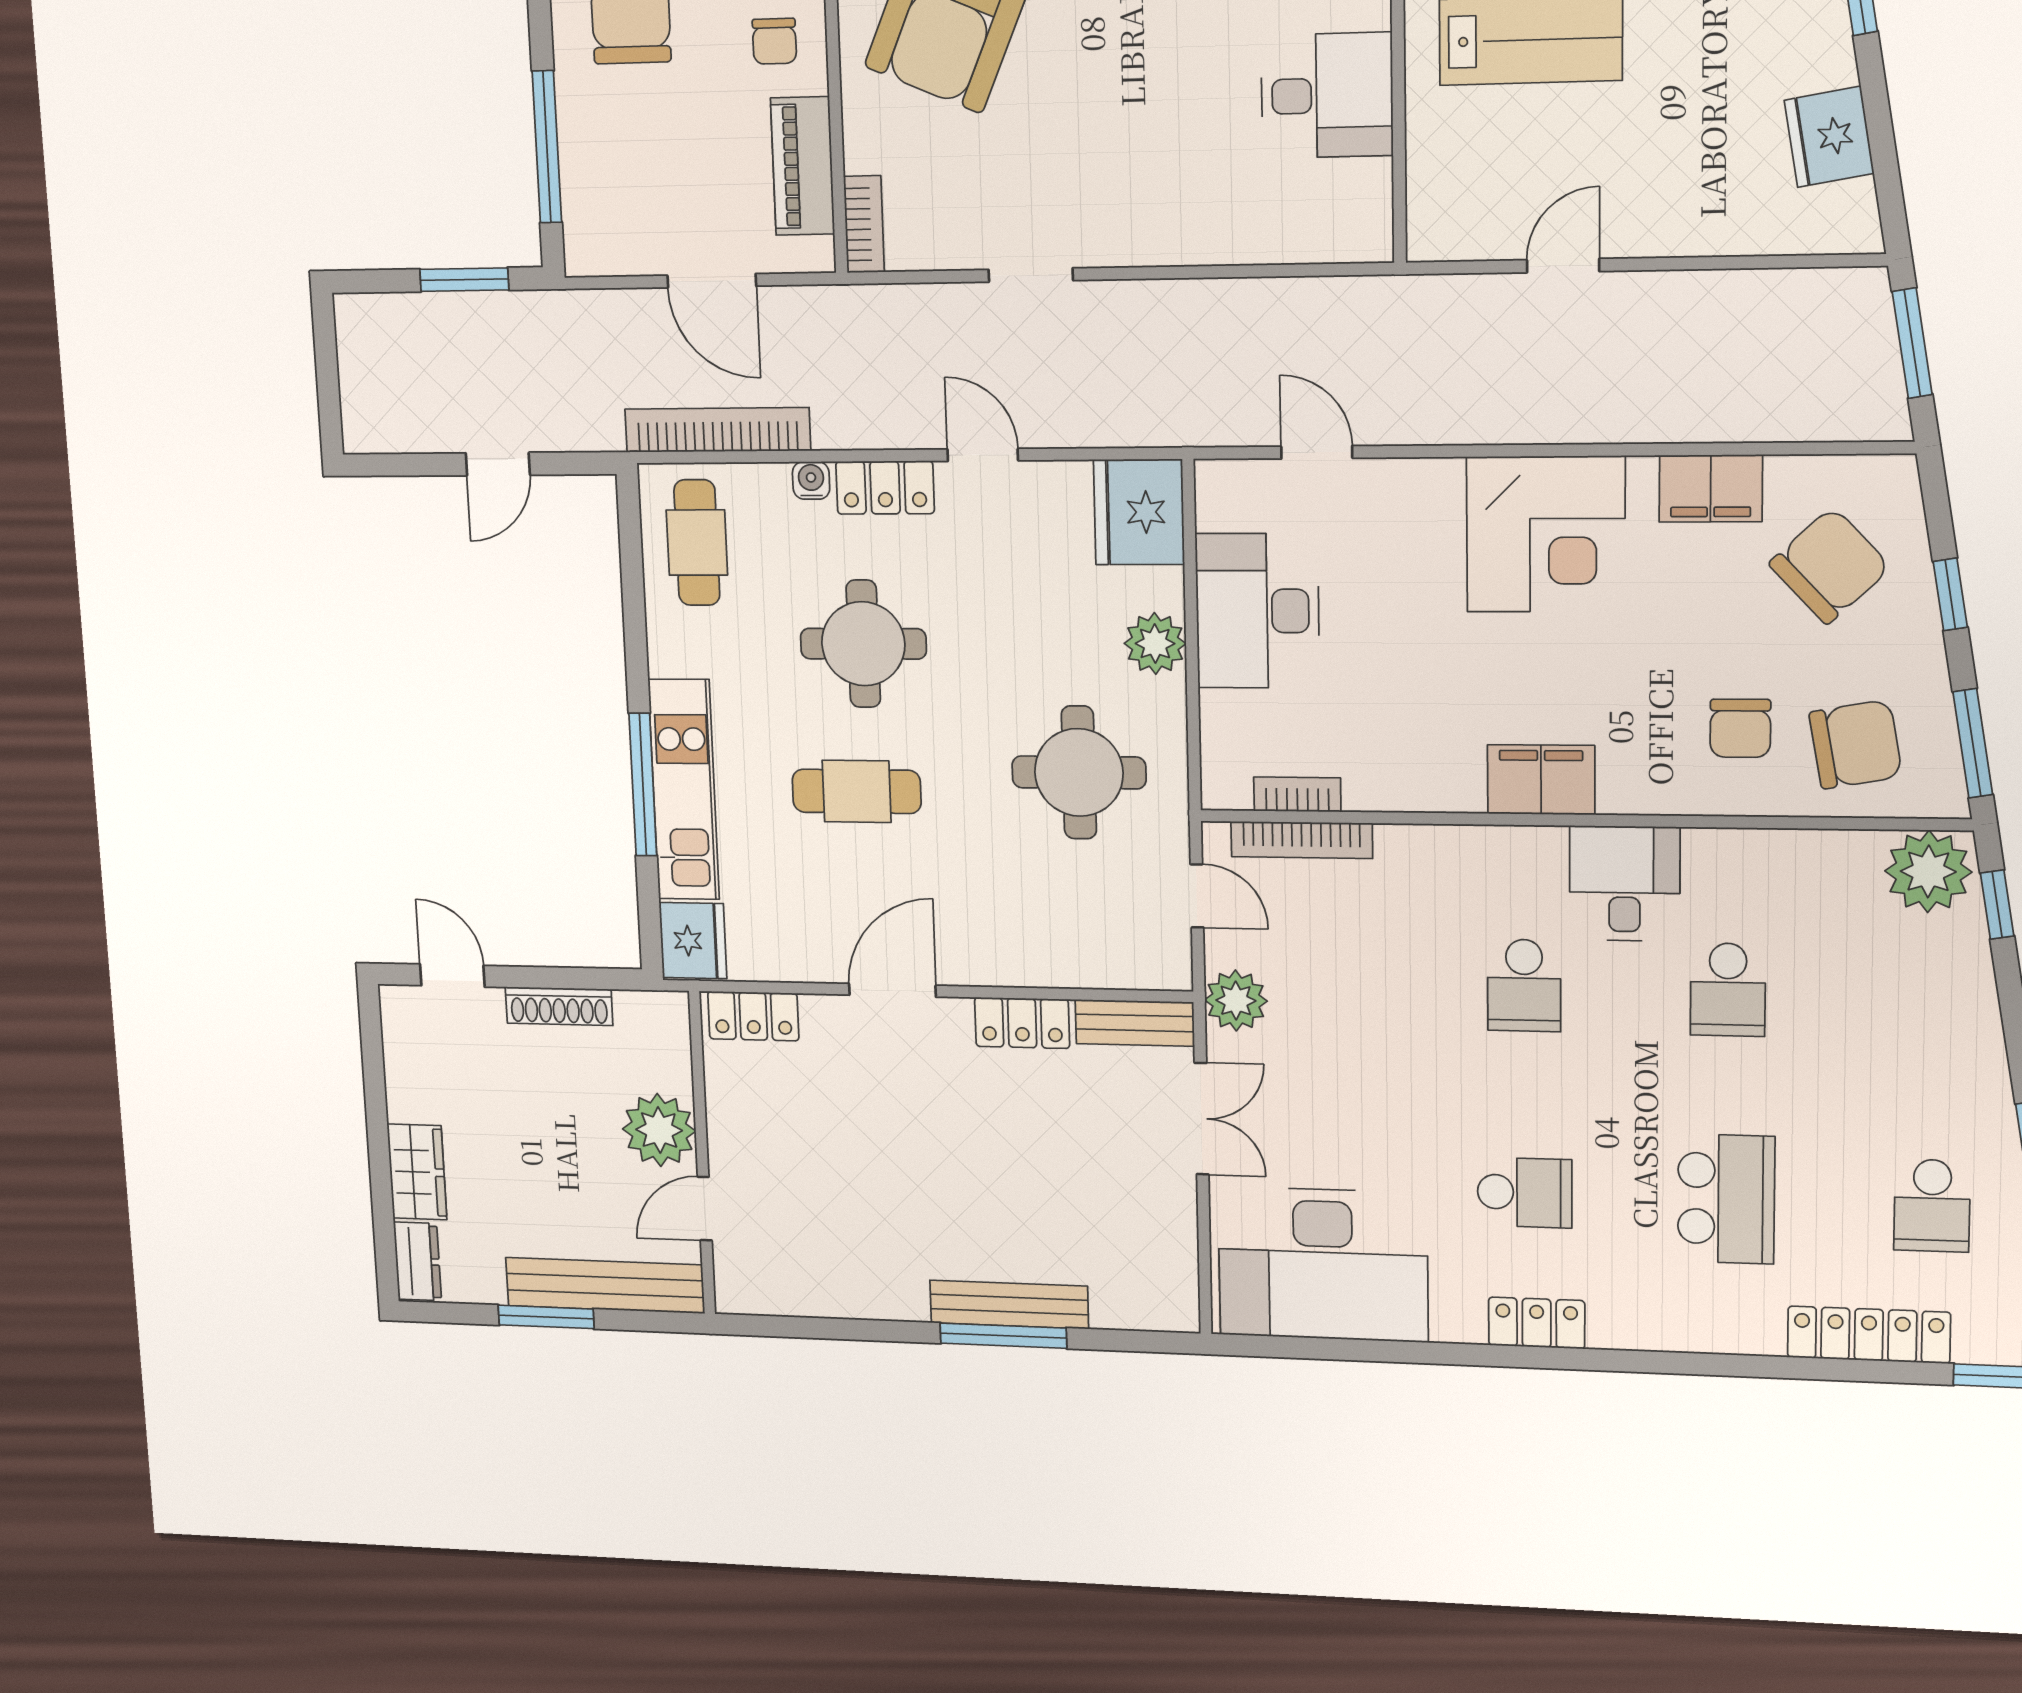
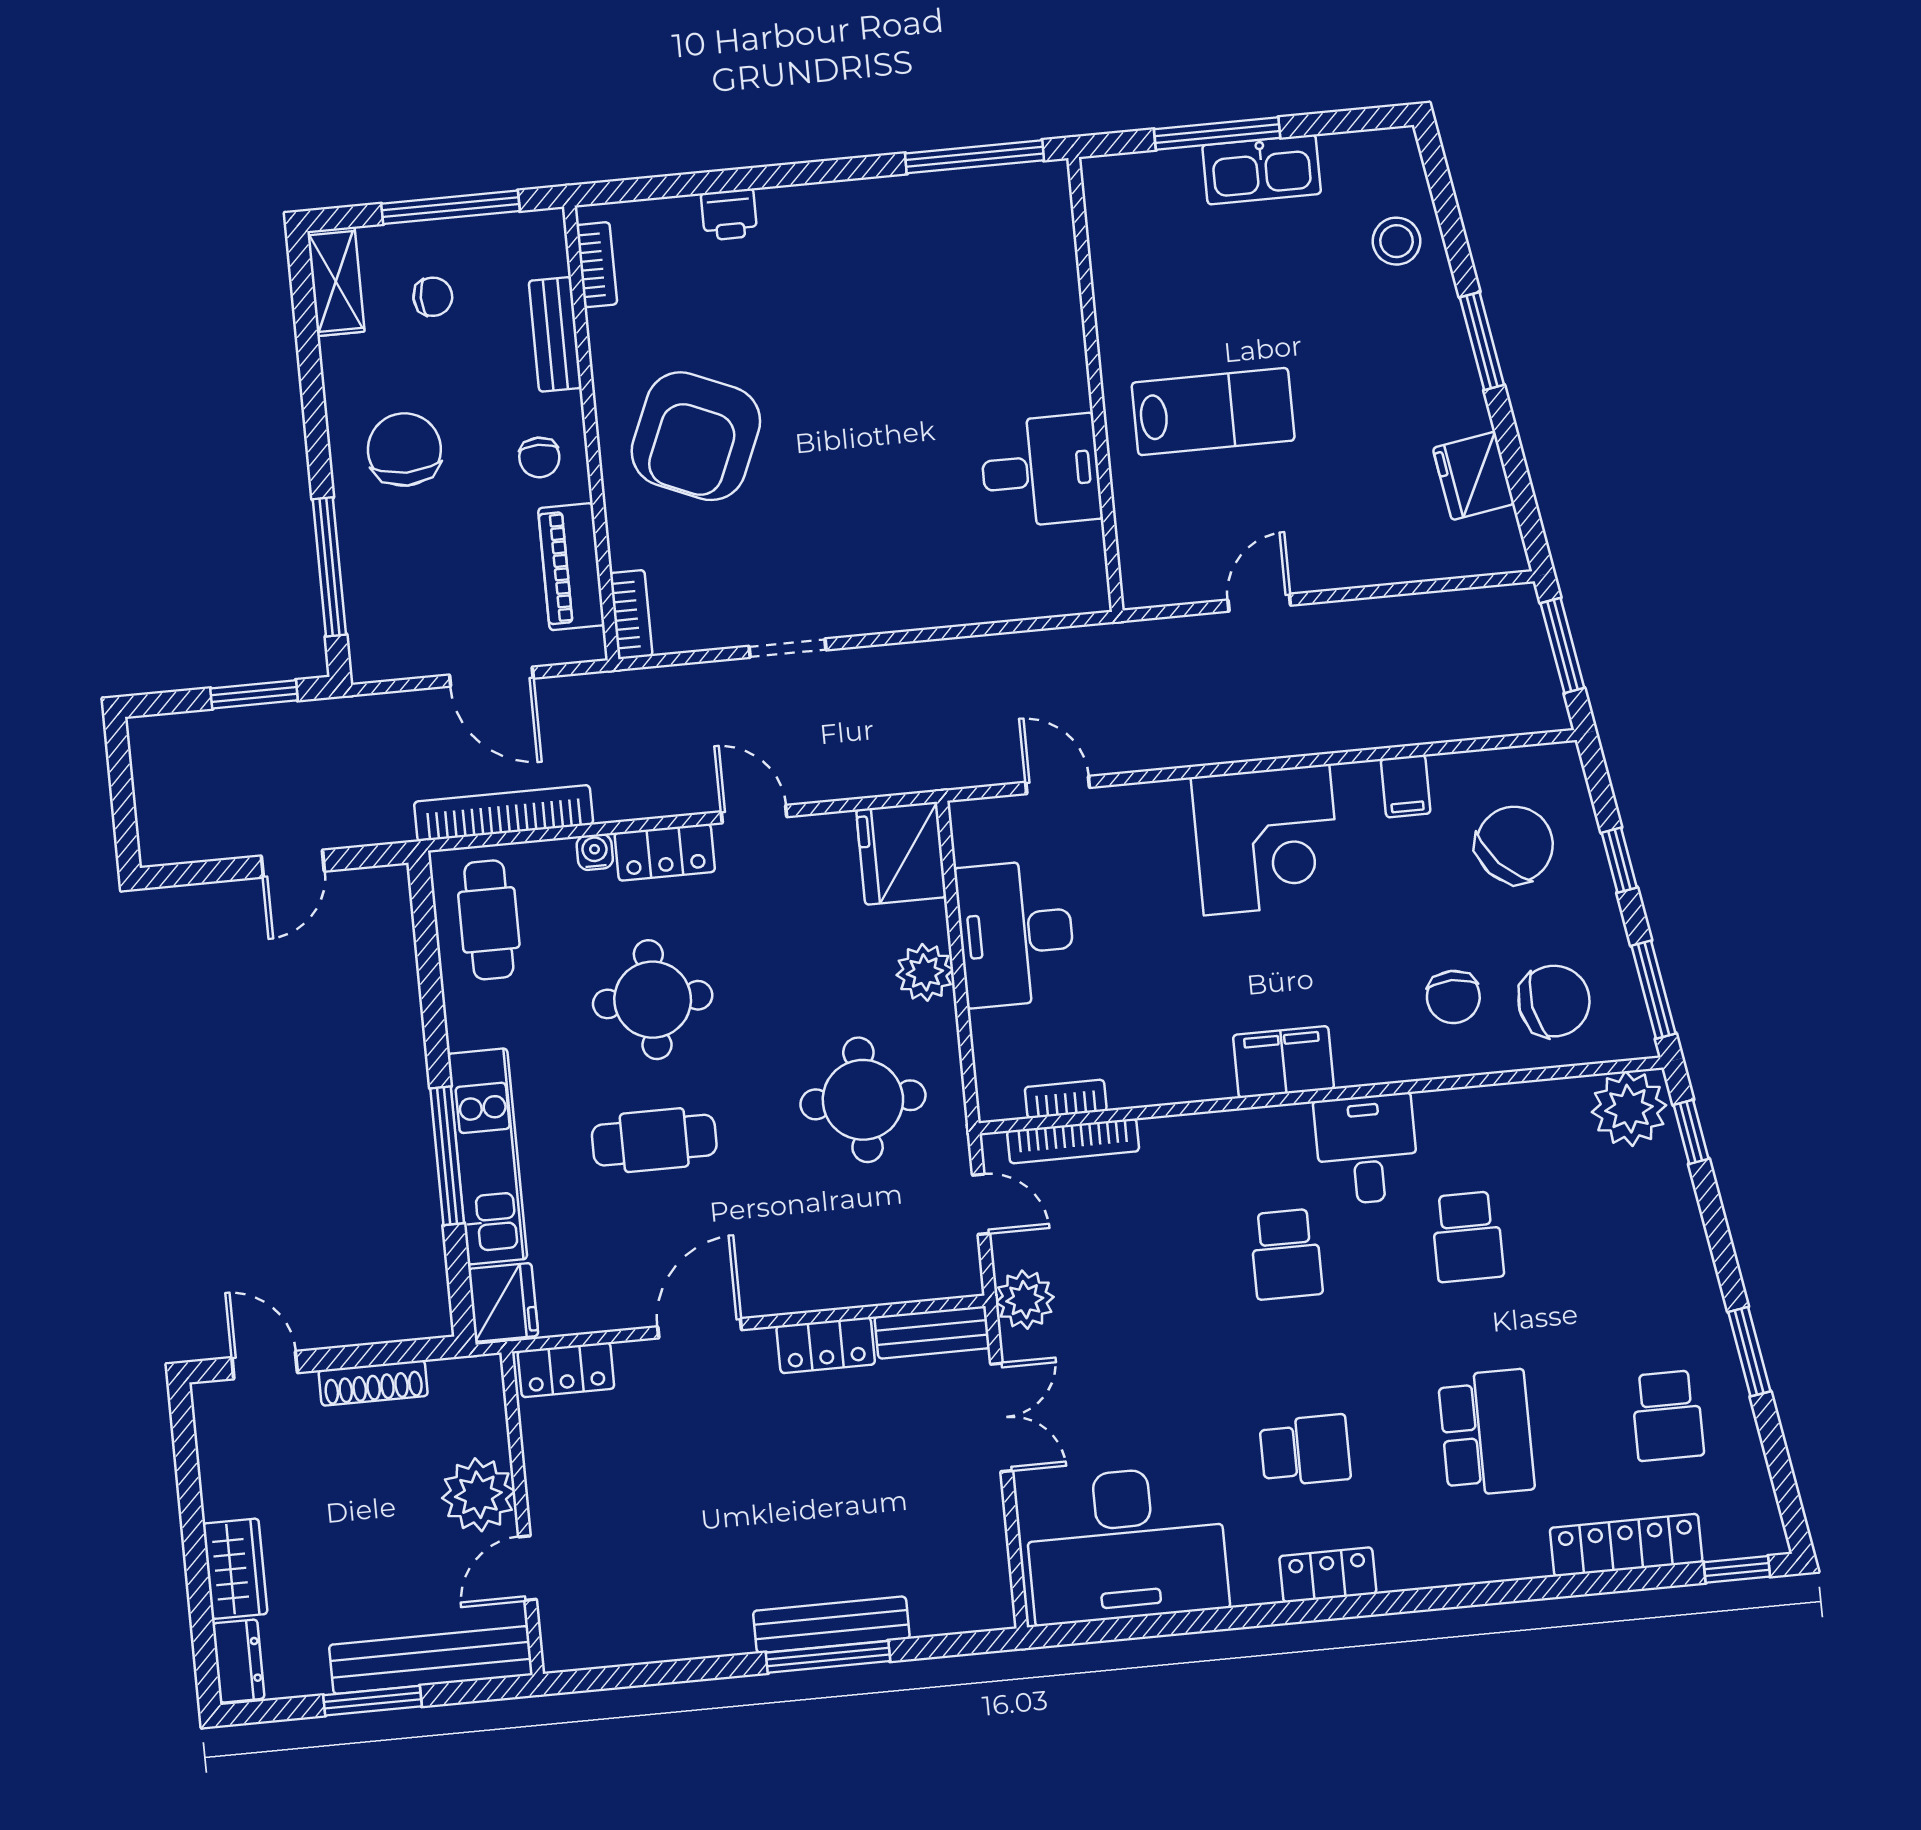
filing cabinet: (1711, 488) -> (1406, 786), width x0.50

